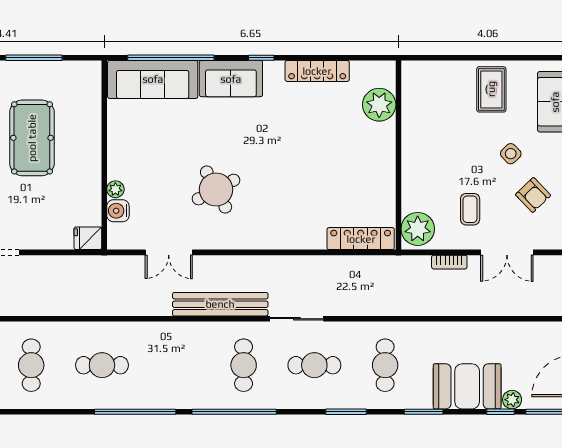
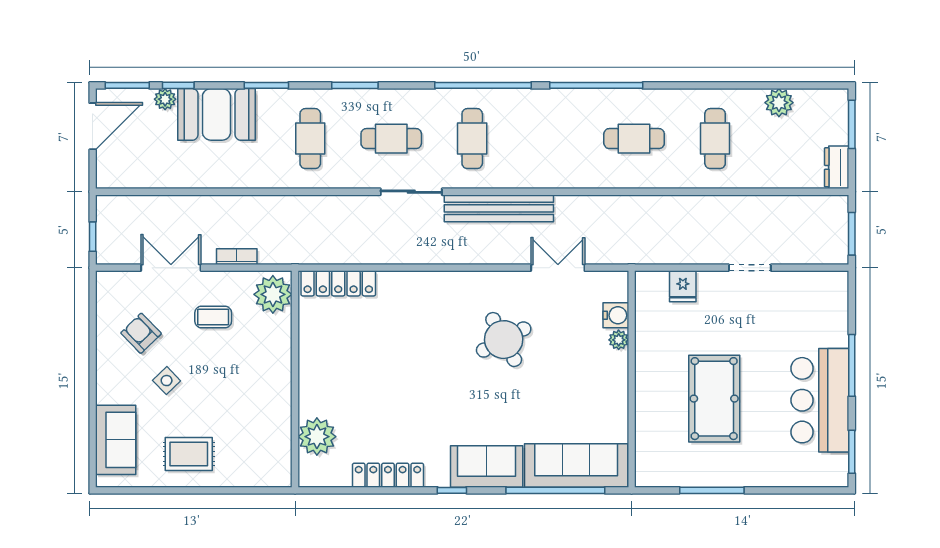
rug: (491, 89) -> (189, 454), turned 90
coffee table: (470, 209) -> (213, 317), turned 90
fridge: (88, 238) -> (683, 286), moved, turned 90

